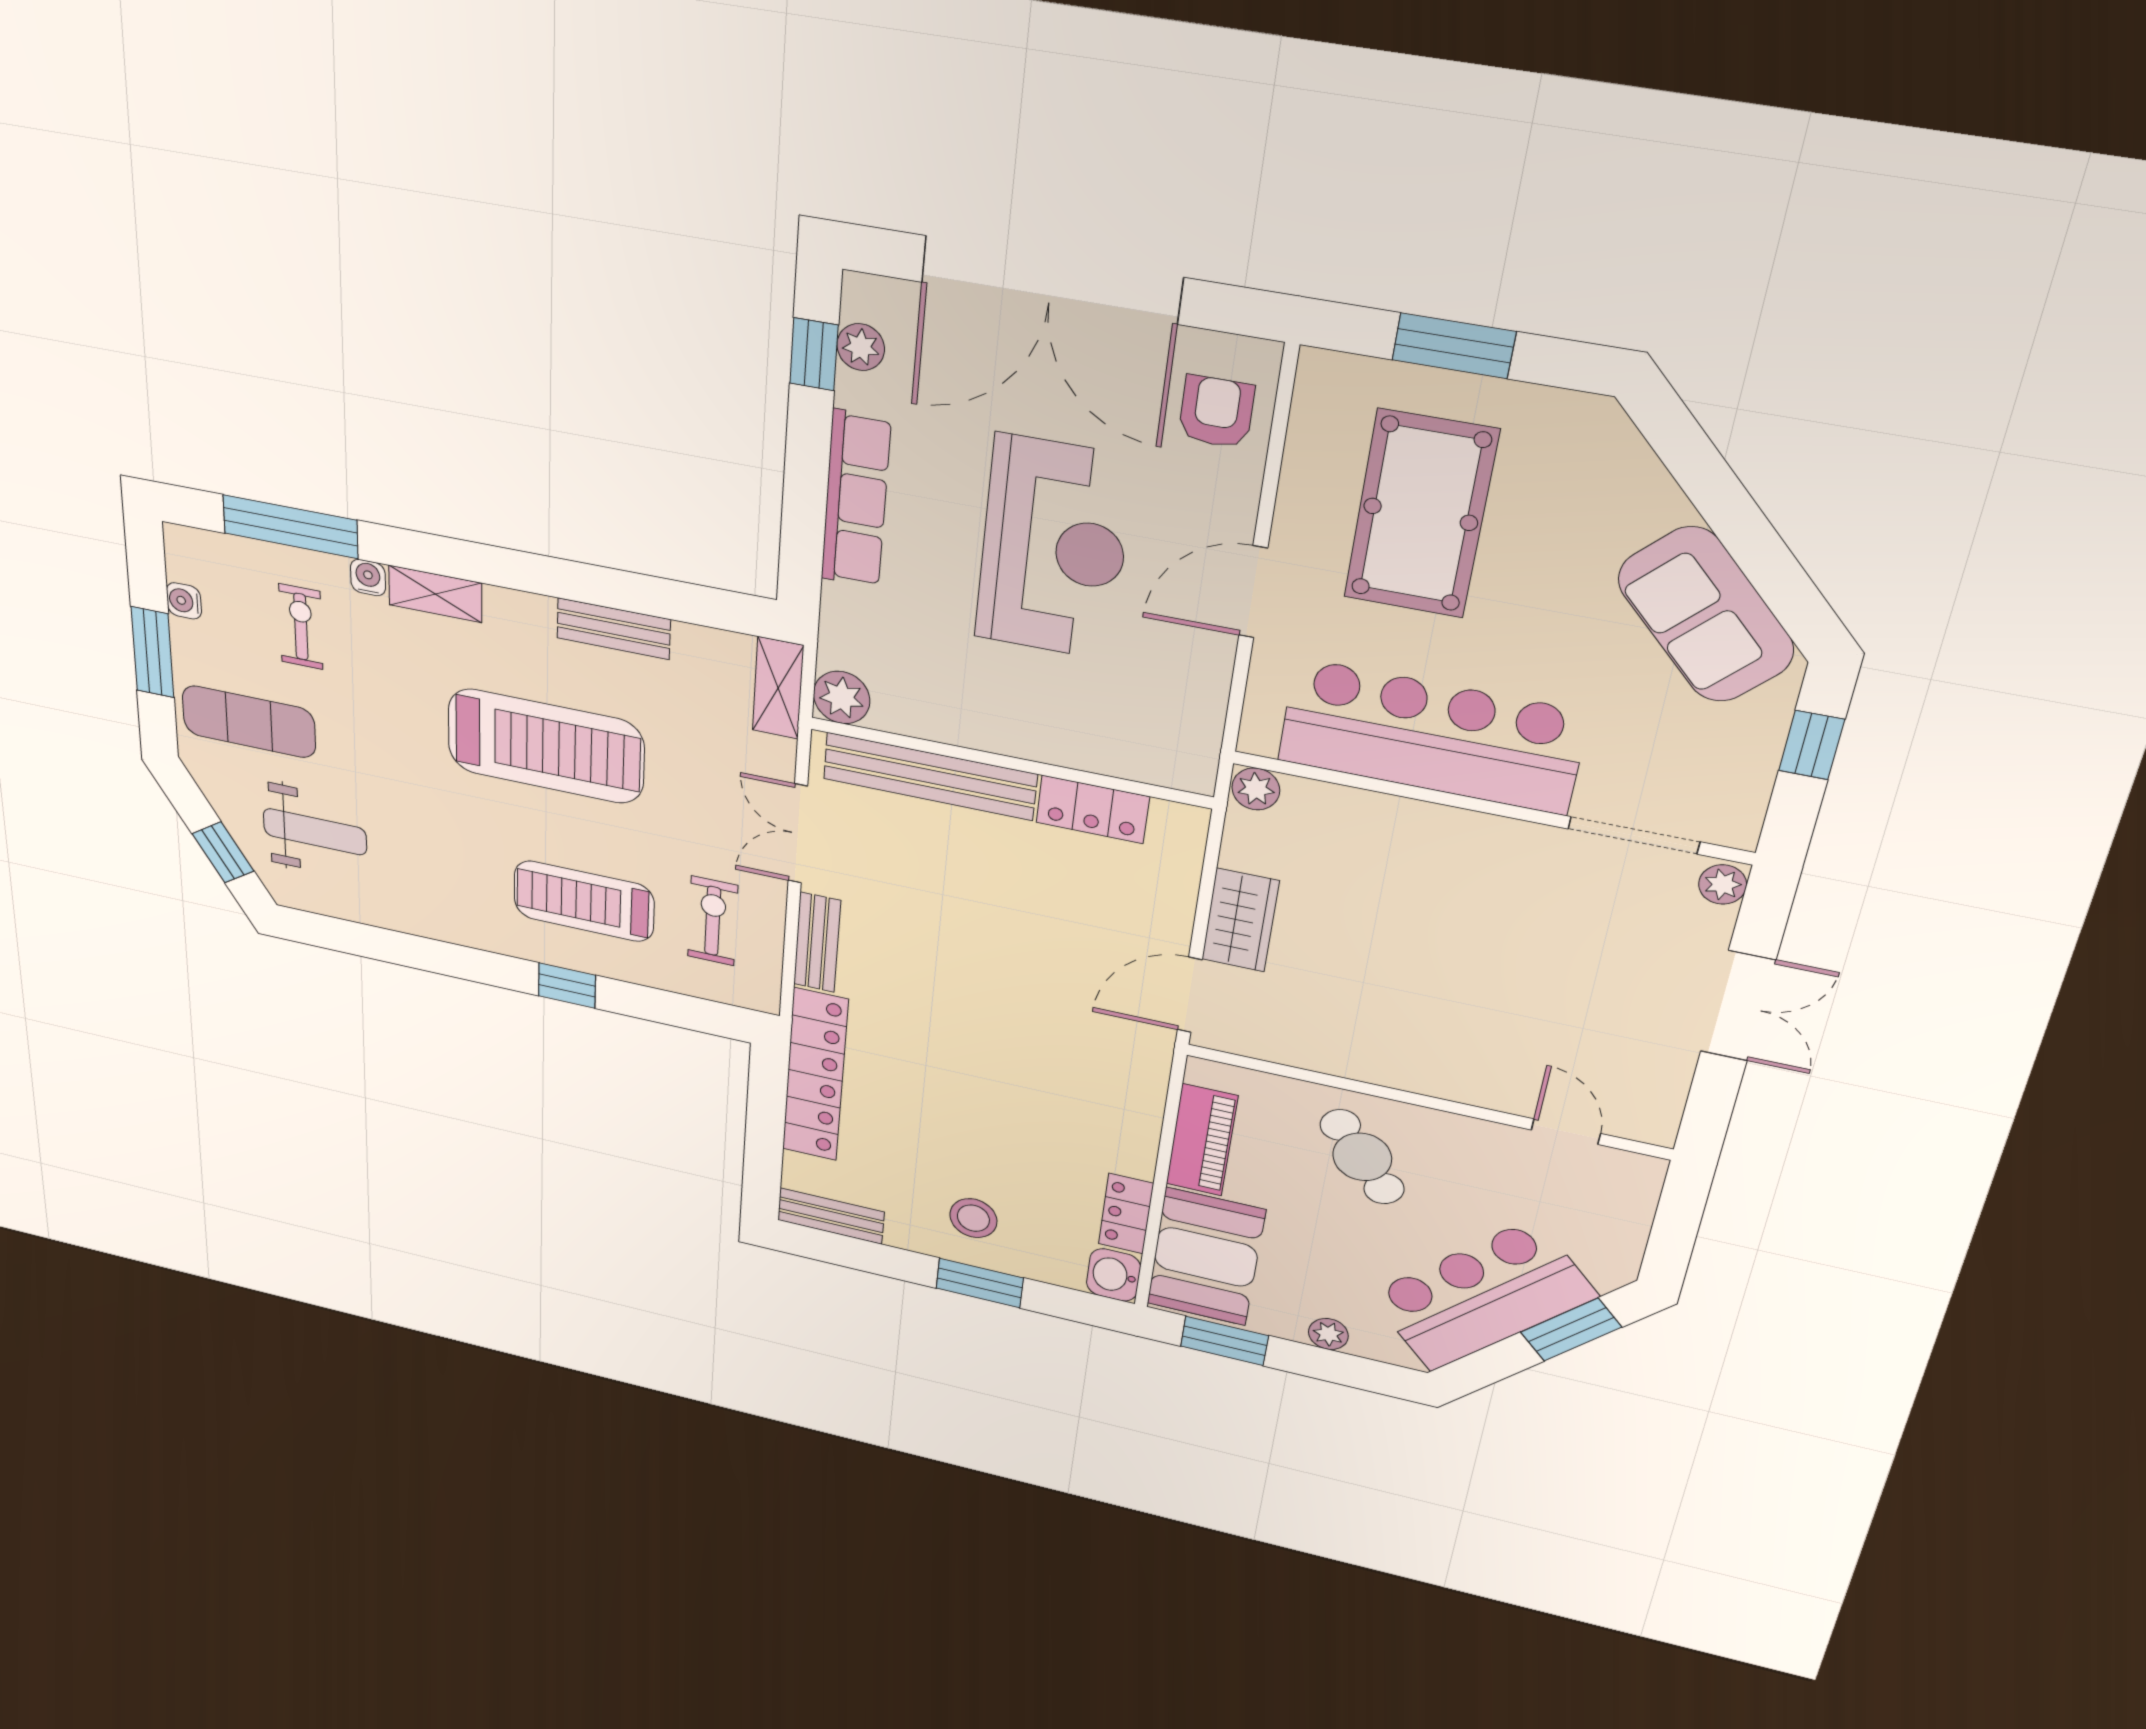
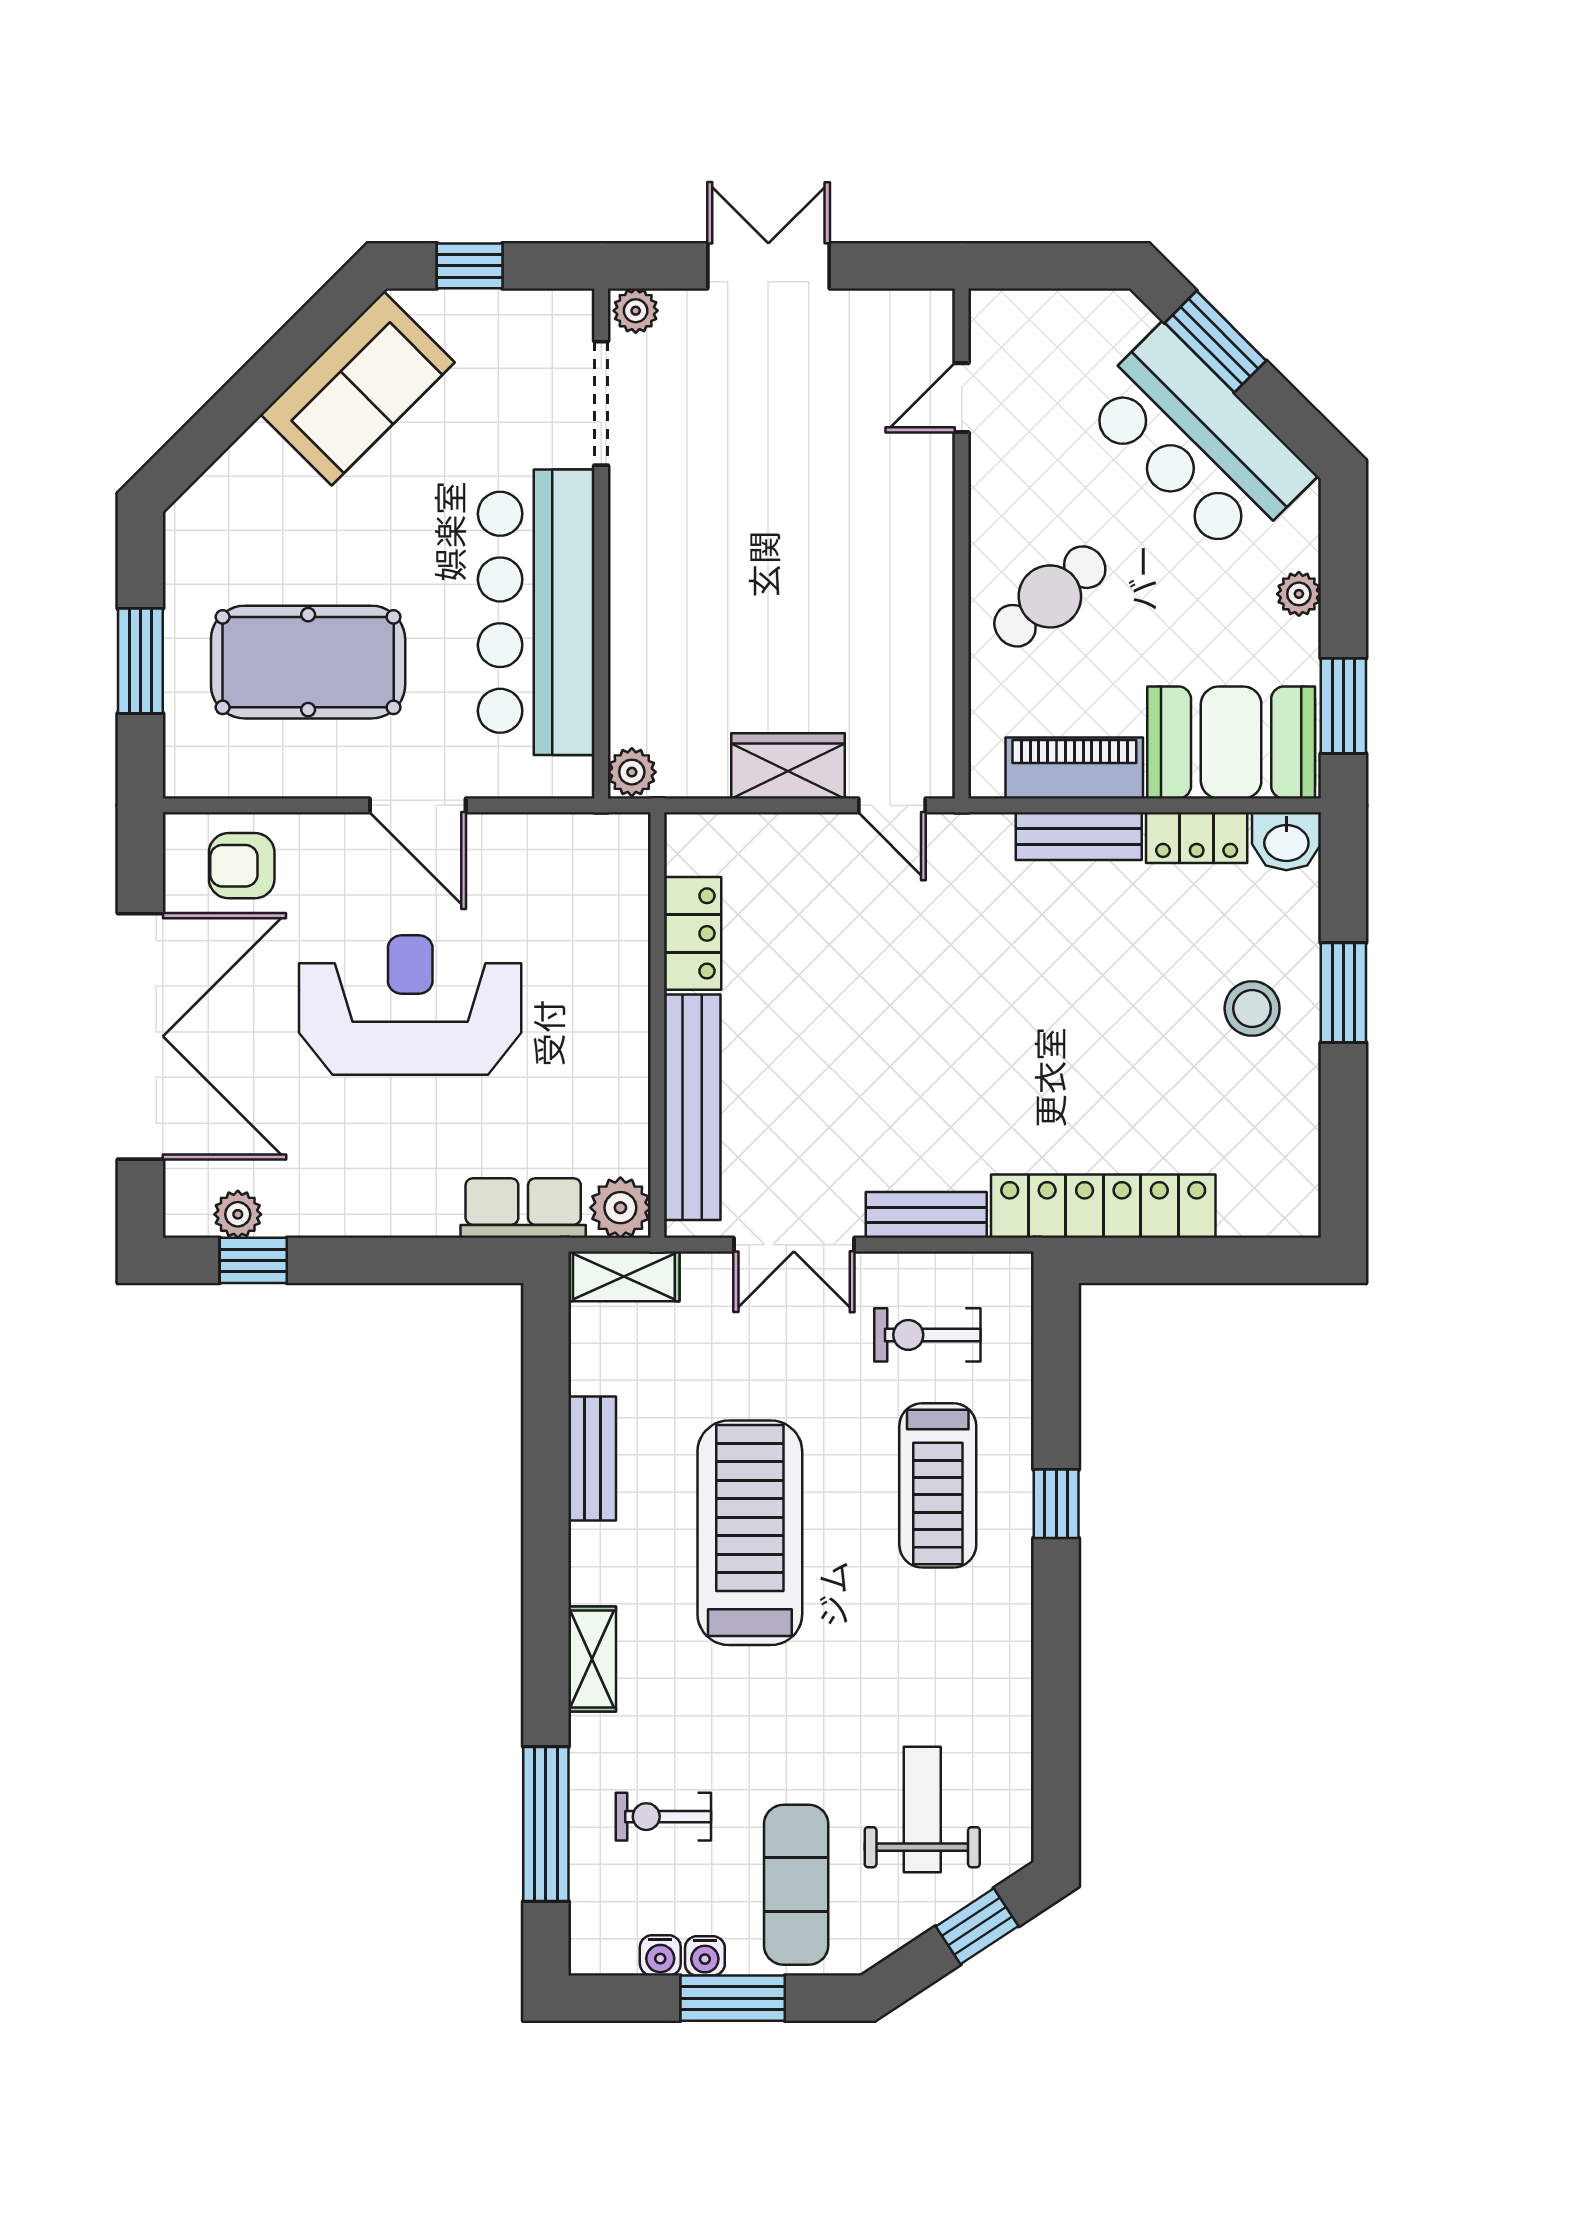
row of seats: (856, 499) -> (523, 1208), moved, width x0.68
water cooler: (368, 578) -> (705, 1956), moved, turned -90
door: (1190, 995) -> (892, 805), width x0.73
bench: (831, 1216) -> (1079, 836), moved, turned 90

